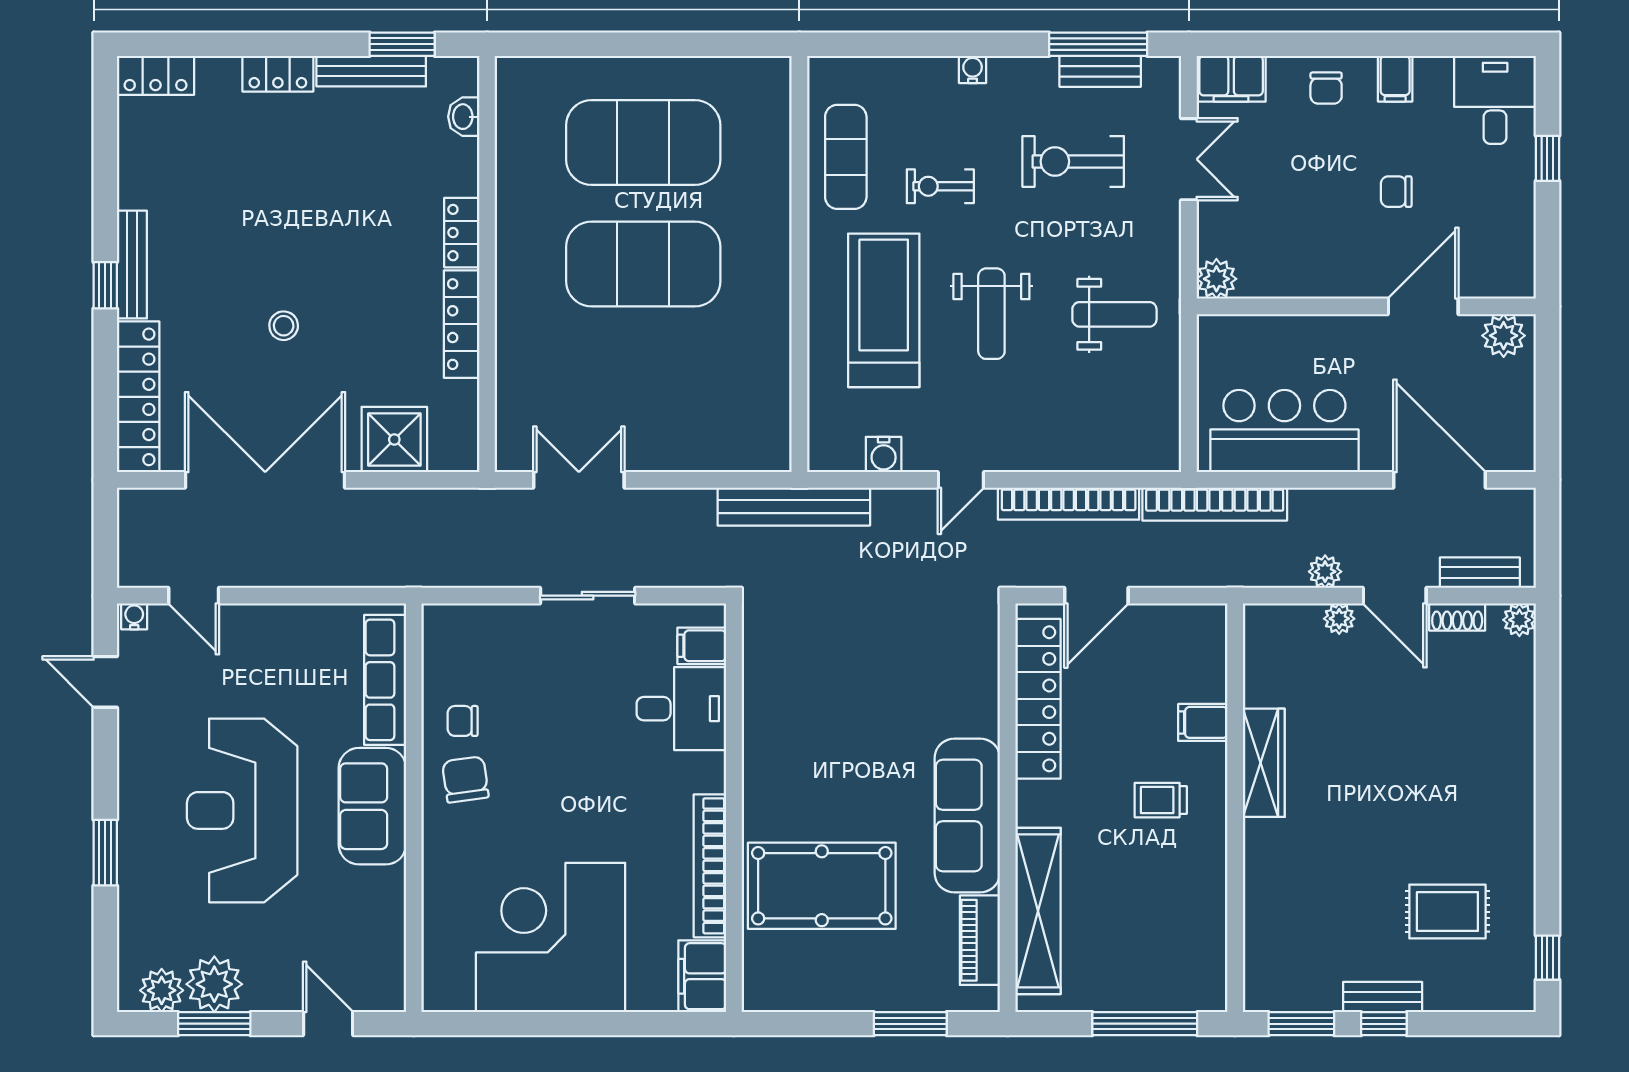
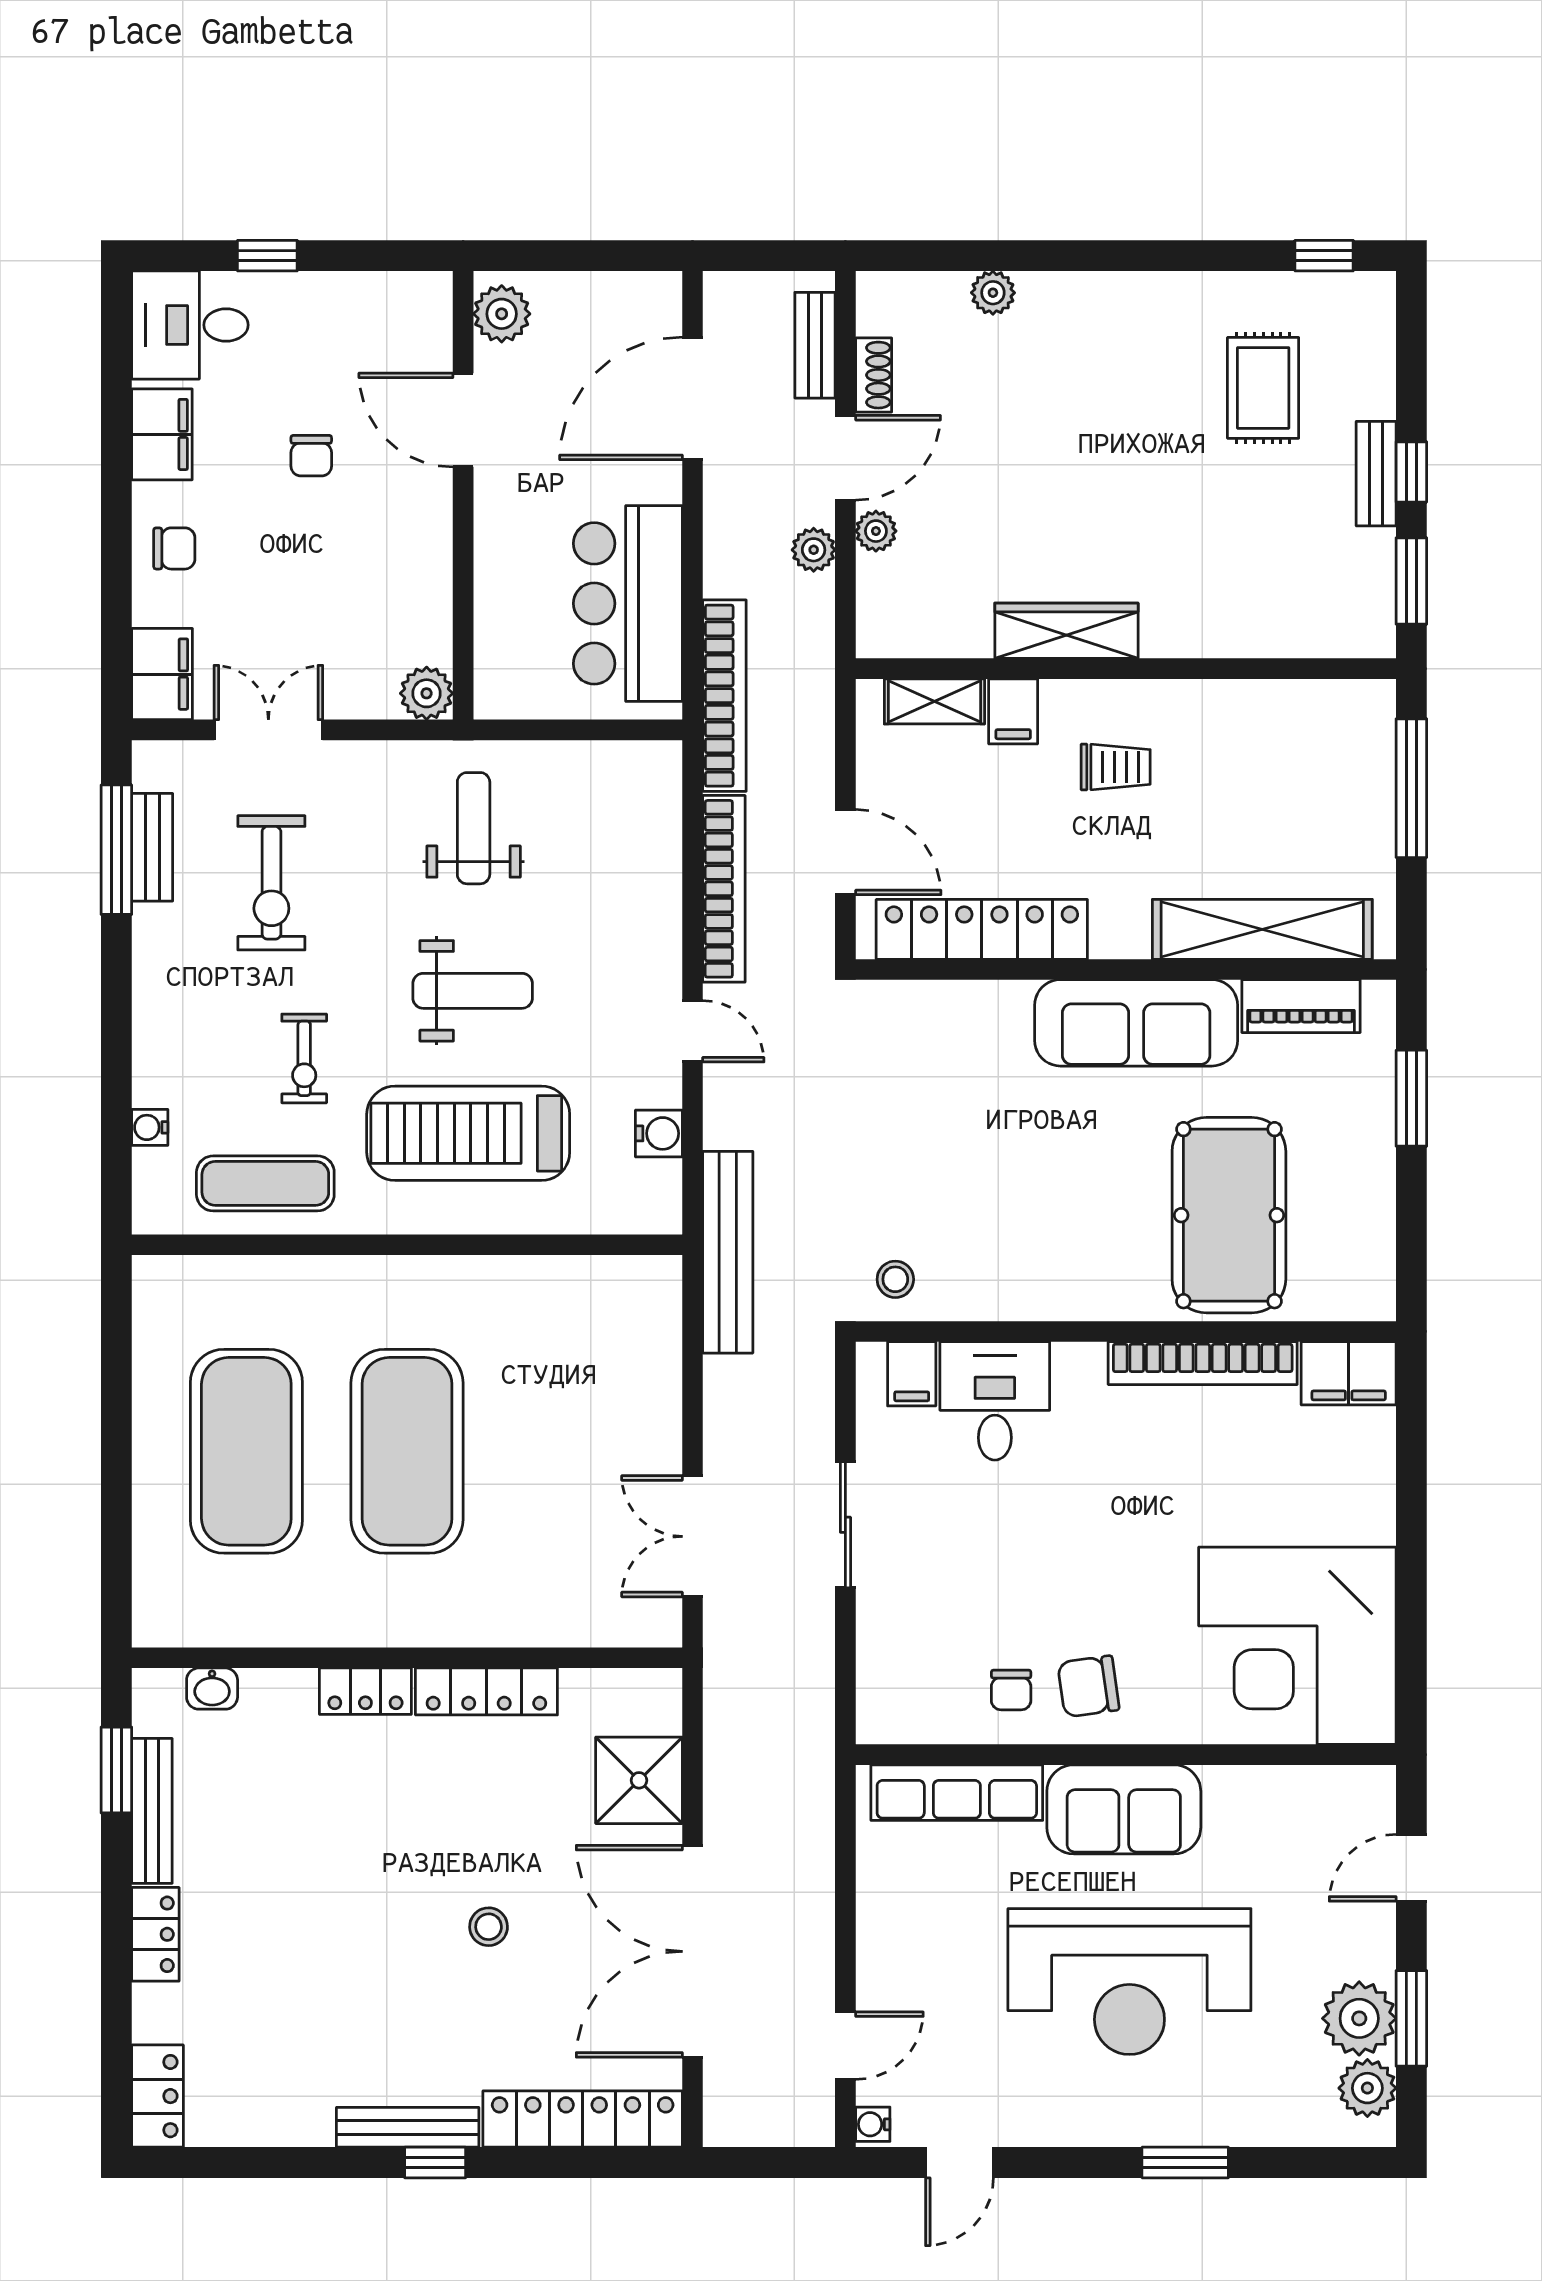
water cooler: (973, 69) -> (150, 1127), moved
filing cabinet: (1395, 79) -> (162, 434), width x2.00
plant: (1519, 620) -> (993, 293), moved
stool: (773, 633) -> (895, 1279), added
shelving: (1210, 663) -> (934, 701), added
trolley: (1161, 800) -> (1116, 767), turned -90
corner desk: (551, 937) -> (1297, 1646), moved

